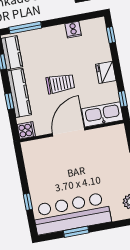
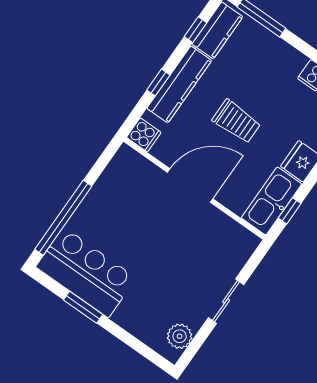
kitchen sink: (102, 114) -> (271, 201), moved, turned -90
window: (28, 202) -> (63, 218), width x3.17
bar counter: (72, 214) -> (86, 272), width x0.73

